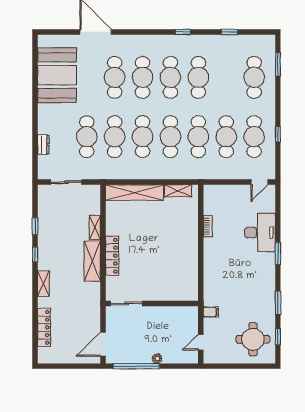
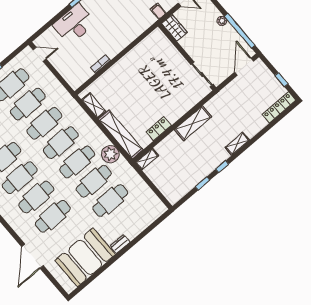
dresser: (43, 145) -> (120, 244), moved
plant: (125, 170) -> (110, 154), added
sliding door: (66, 182) -> (154, 188), removed
shelving: (95, 228) -> (147, 159), moved
locker: (112, 256) -> (159, 129), moved, width x0.66
wardrobe: (185, 314) -> (175, 28), added
locker: (44, 327) -> (279, 107), moved
door: (103, 344) -> (244, 67), swing flipped
window: (66, 366) -> (281, 80), added

